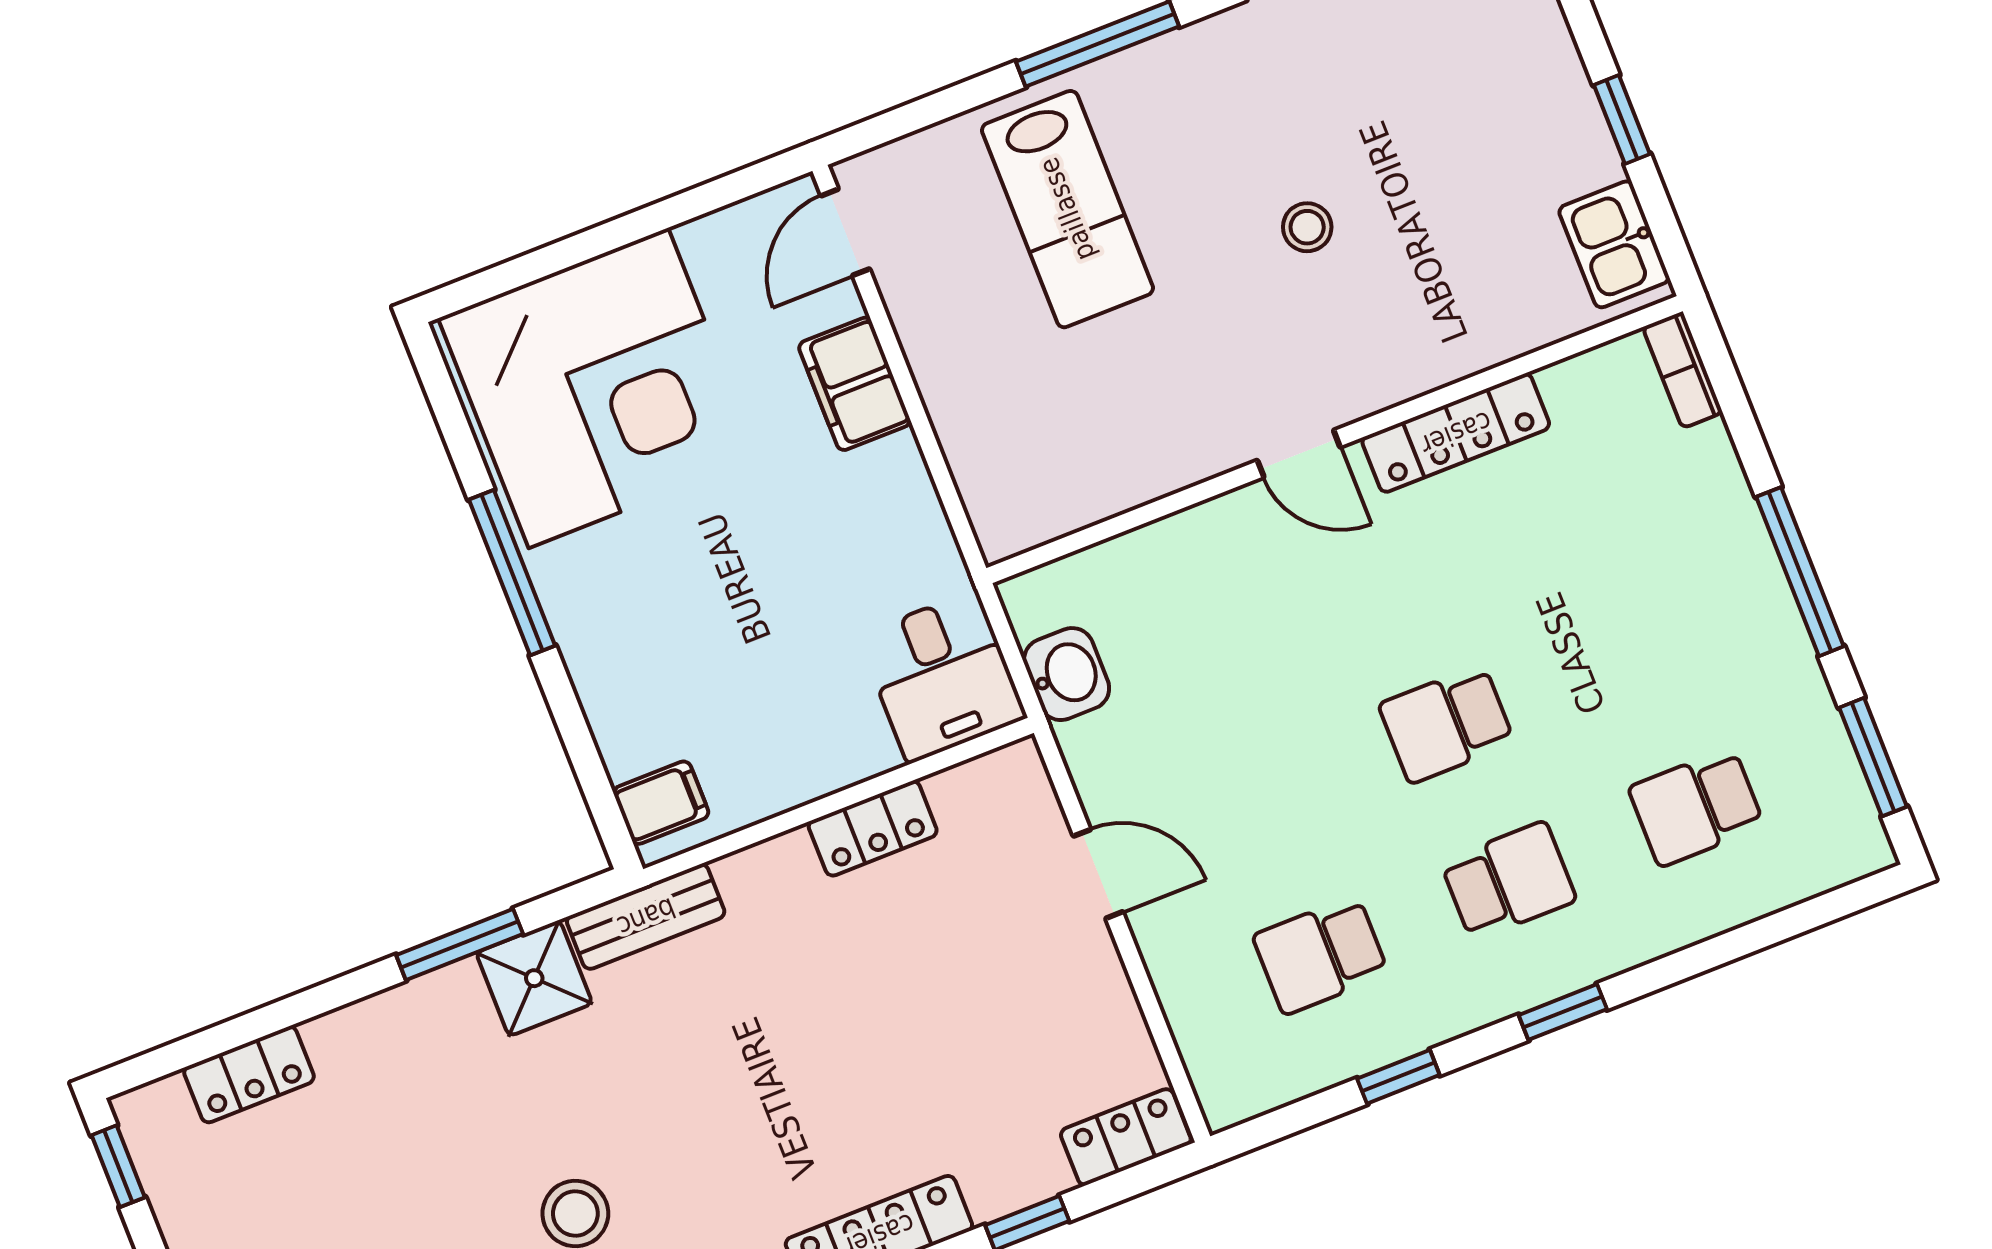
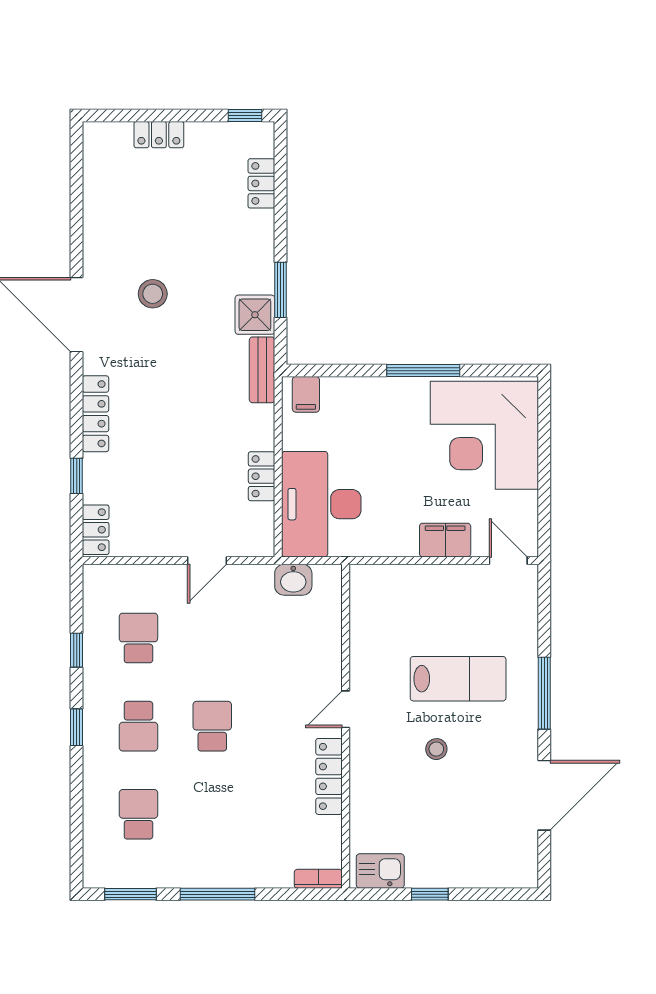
lab bench: (1067, 209) -> (458, 679), moved, turned 180
desk: (942, 677) -> (321, 504), width x1.87, depth x1.30

